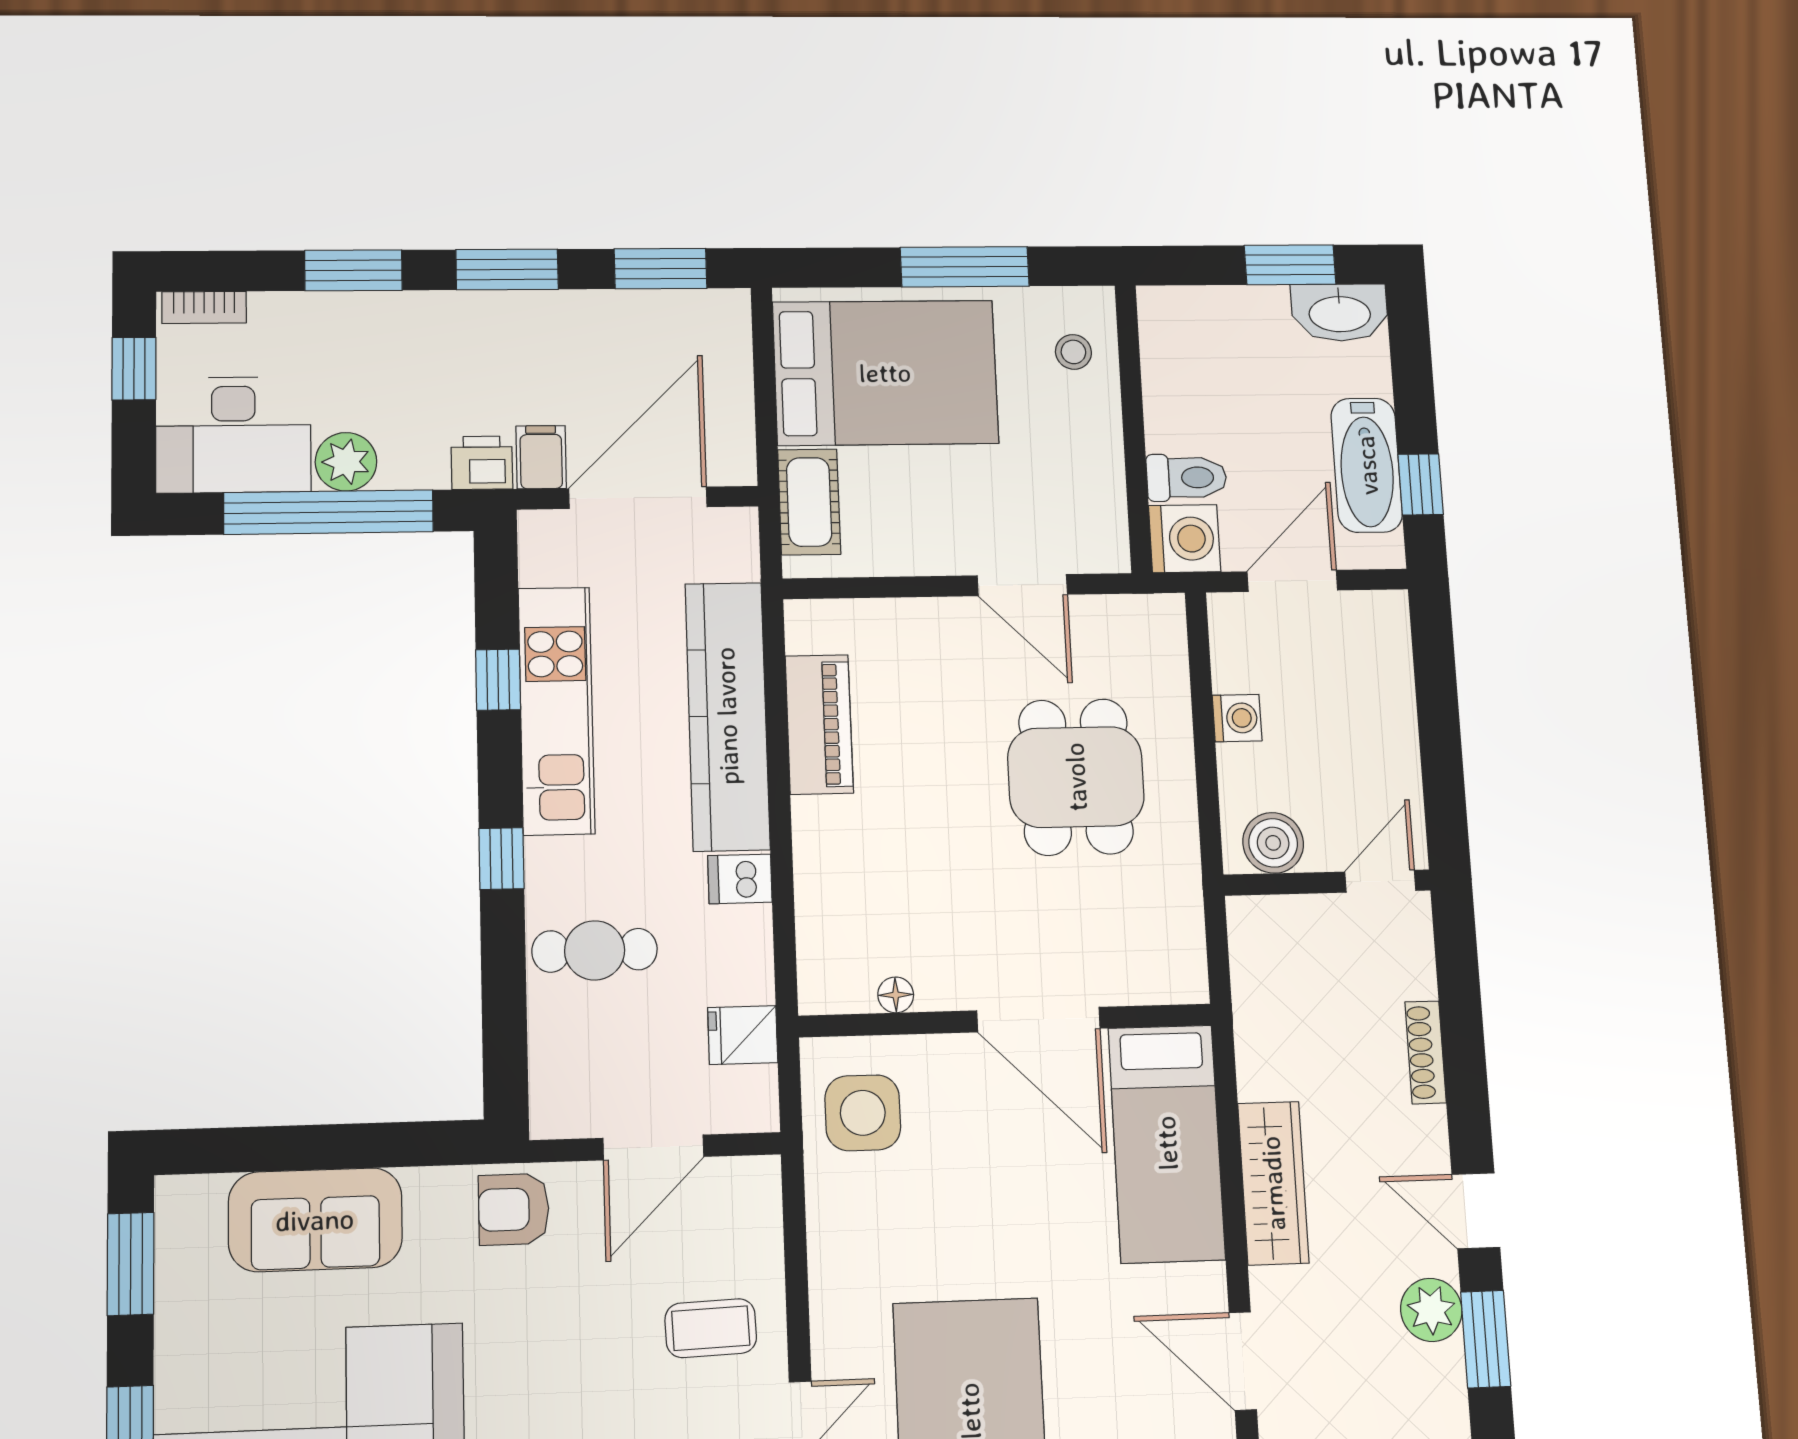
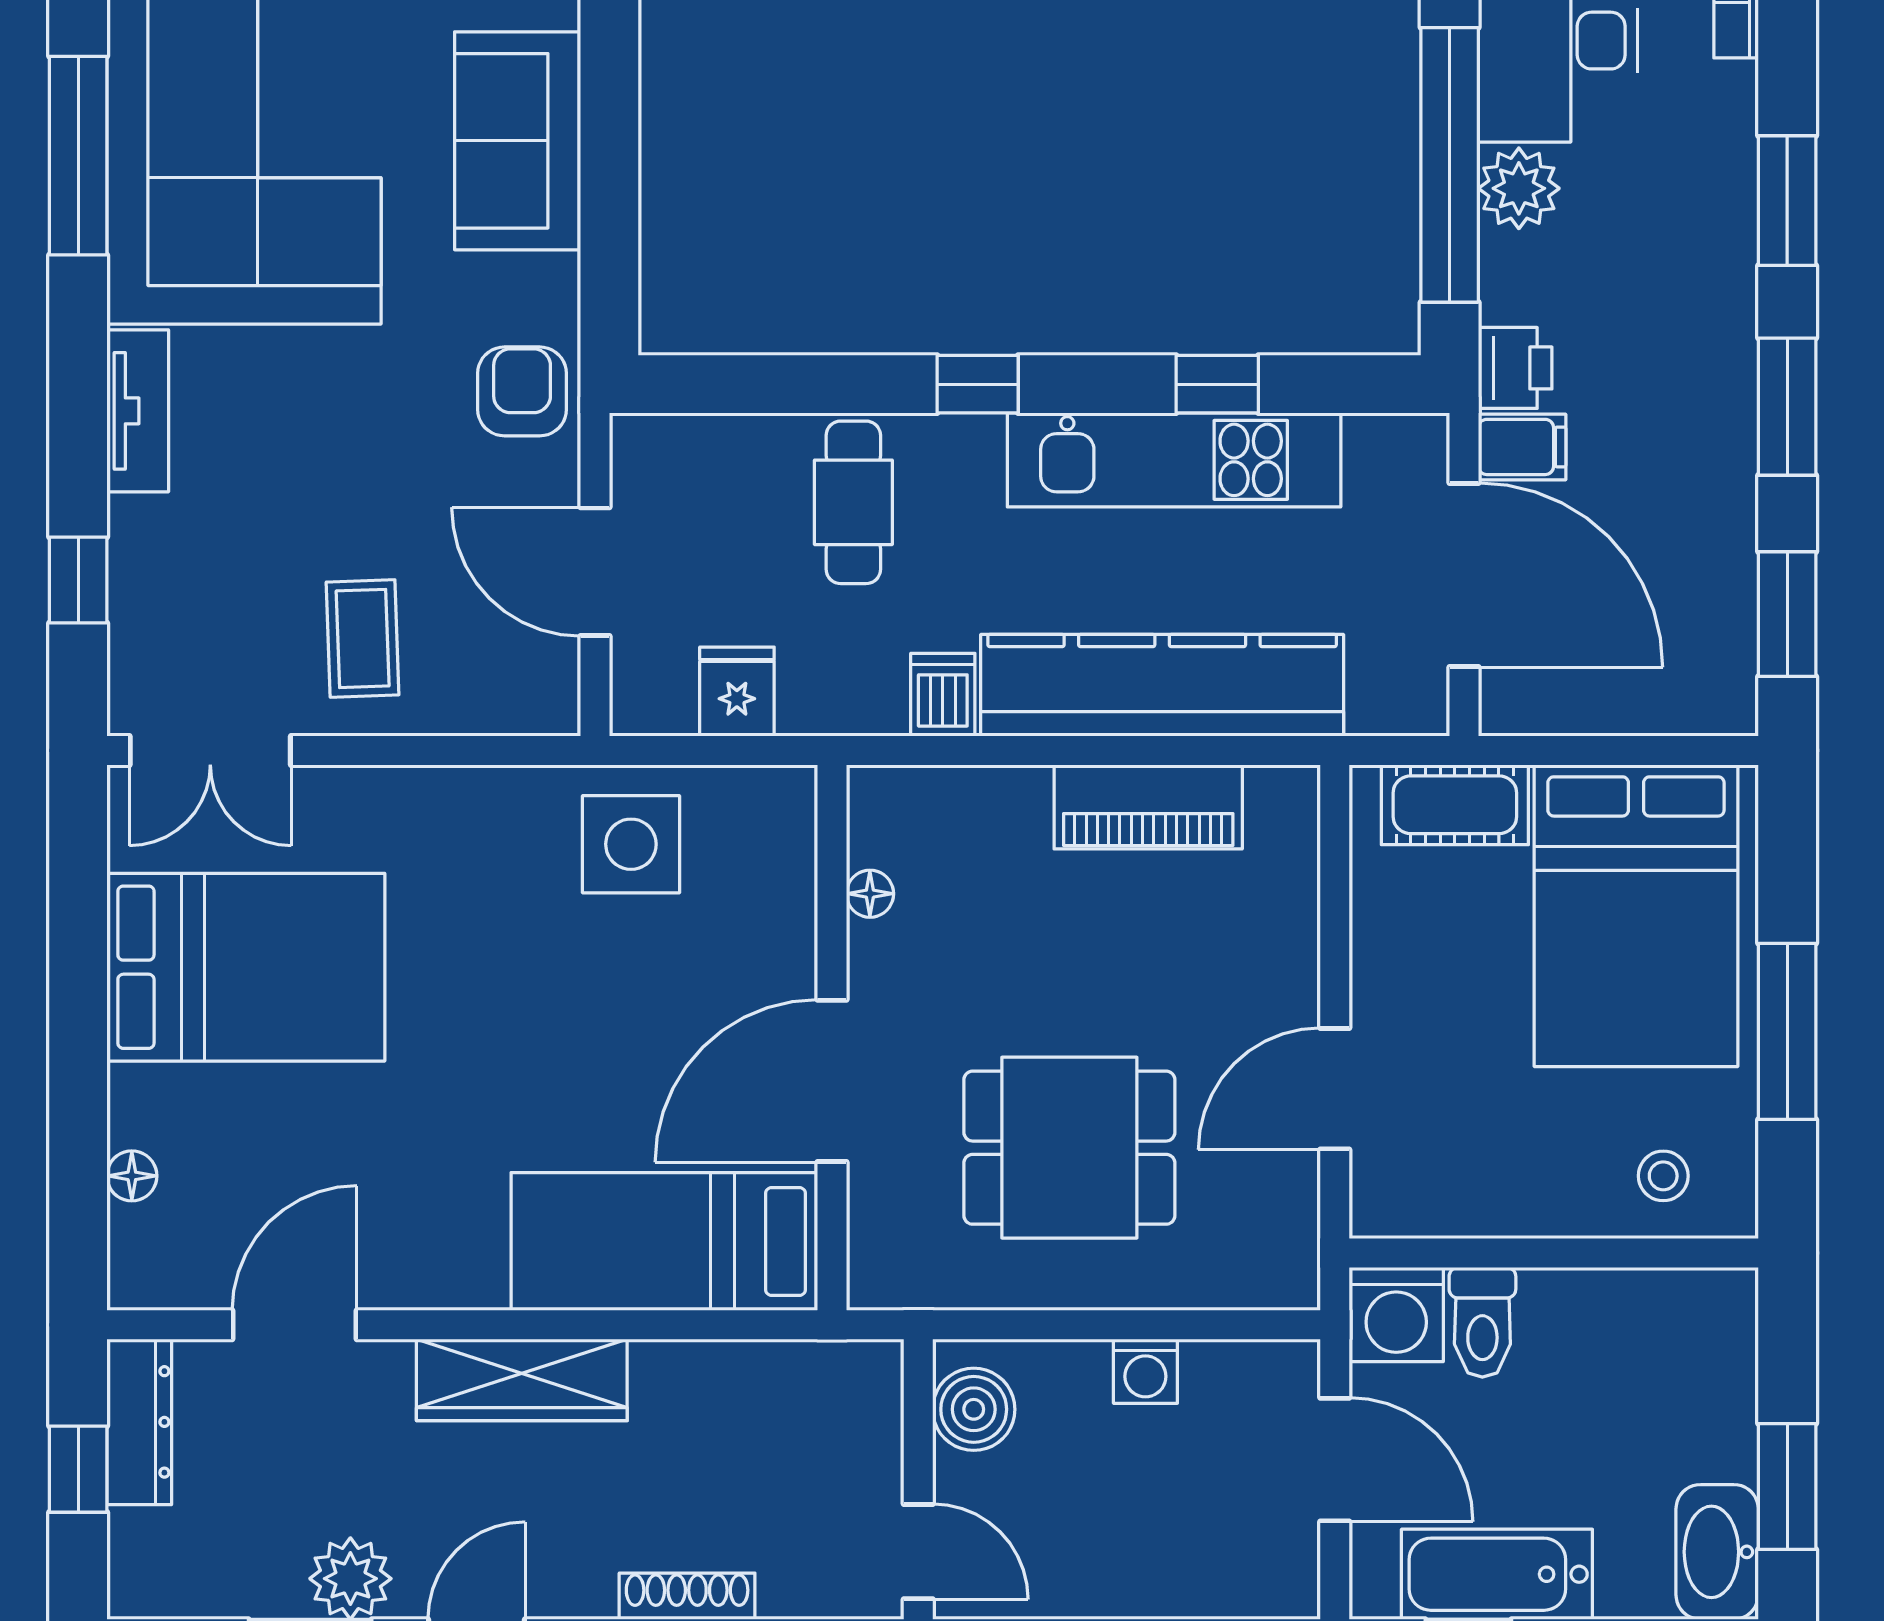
floor lamp: (896, 995) -> (870, 894), moved
door: (1039, 1020) -> (832, 1081), moved
wall: (1006, 1021) -> (832, 1038), moved
bed: (1167, 1143) -> (664, 1242), moved

